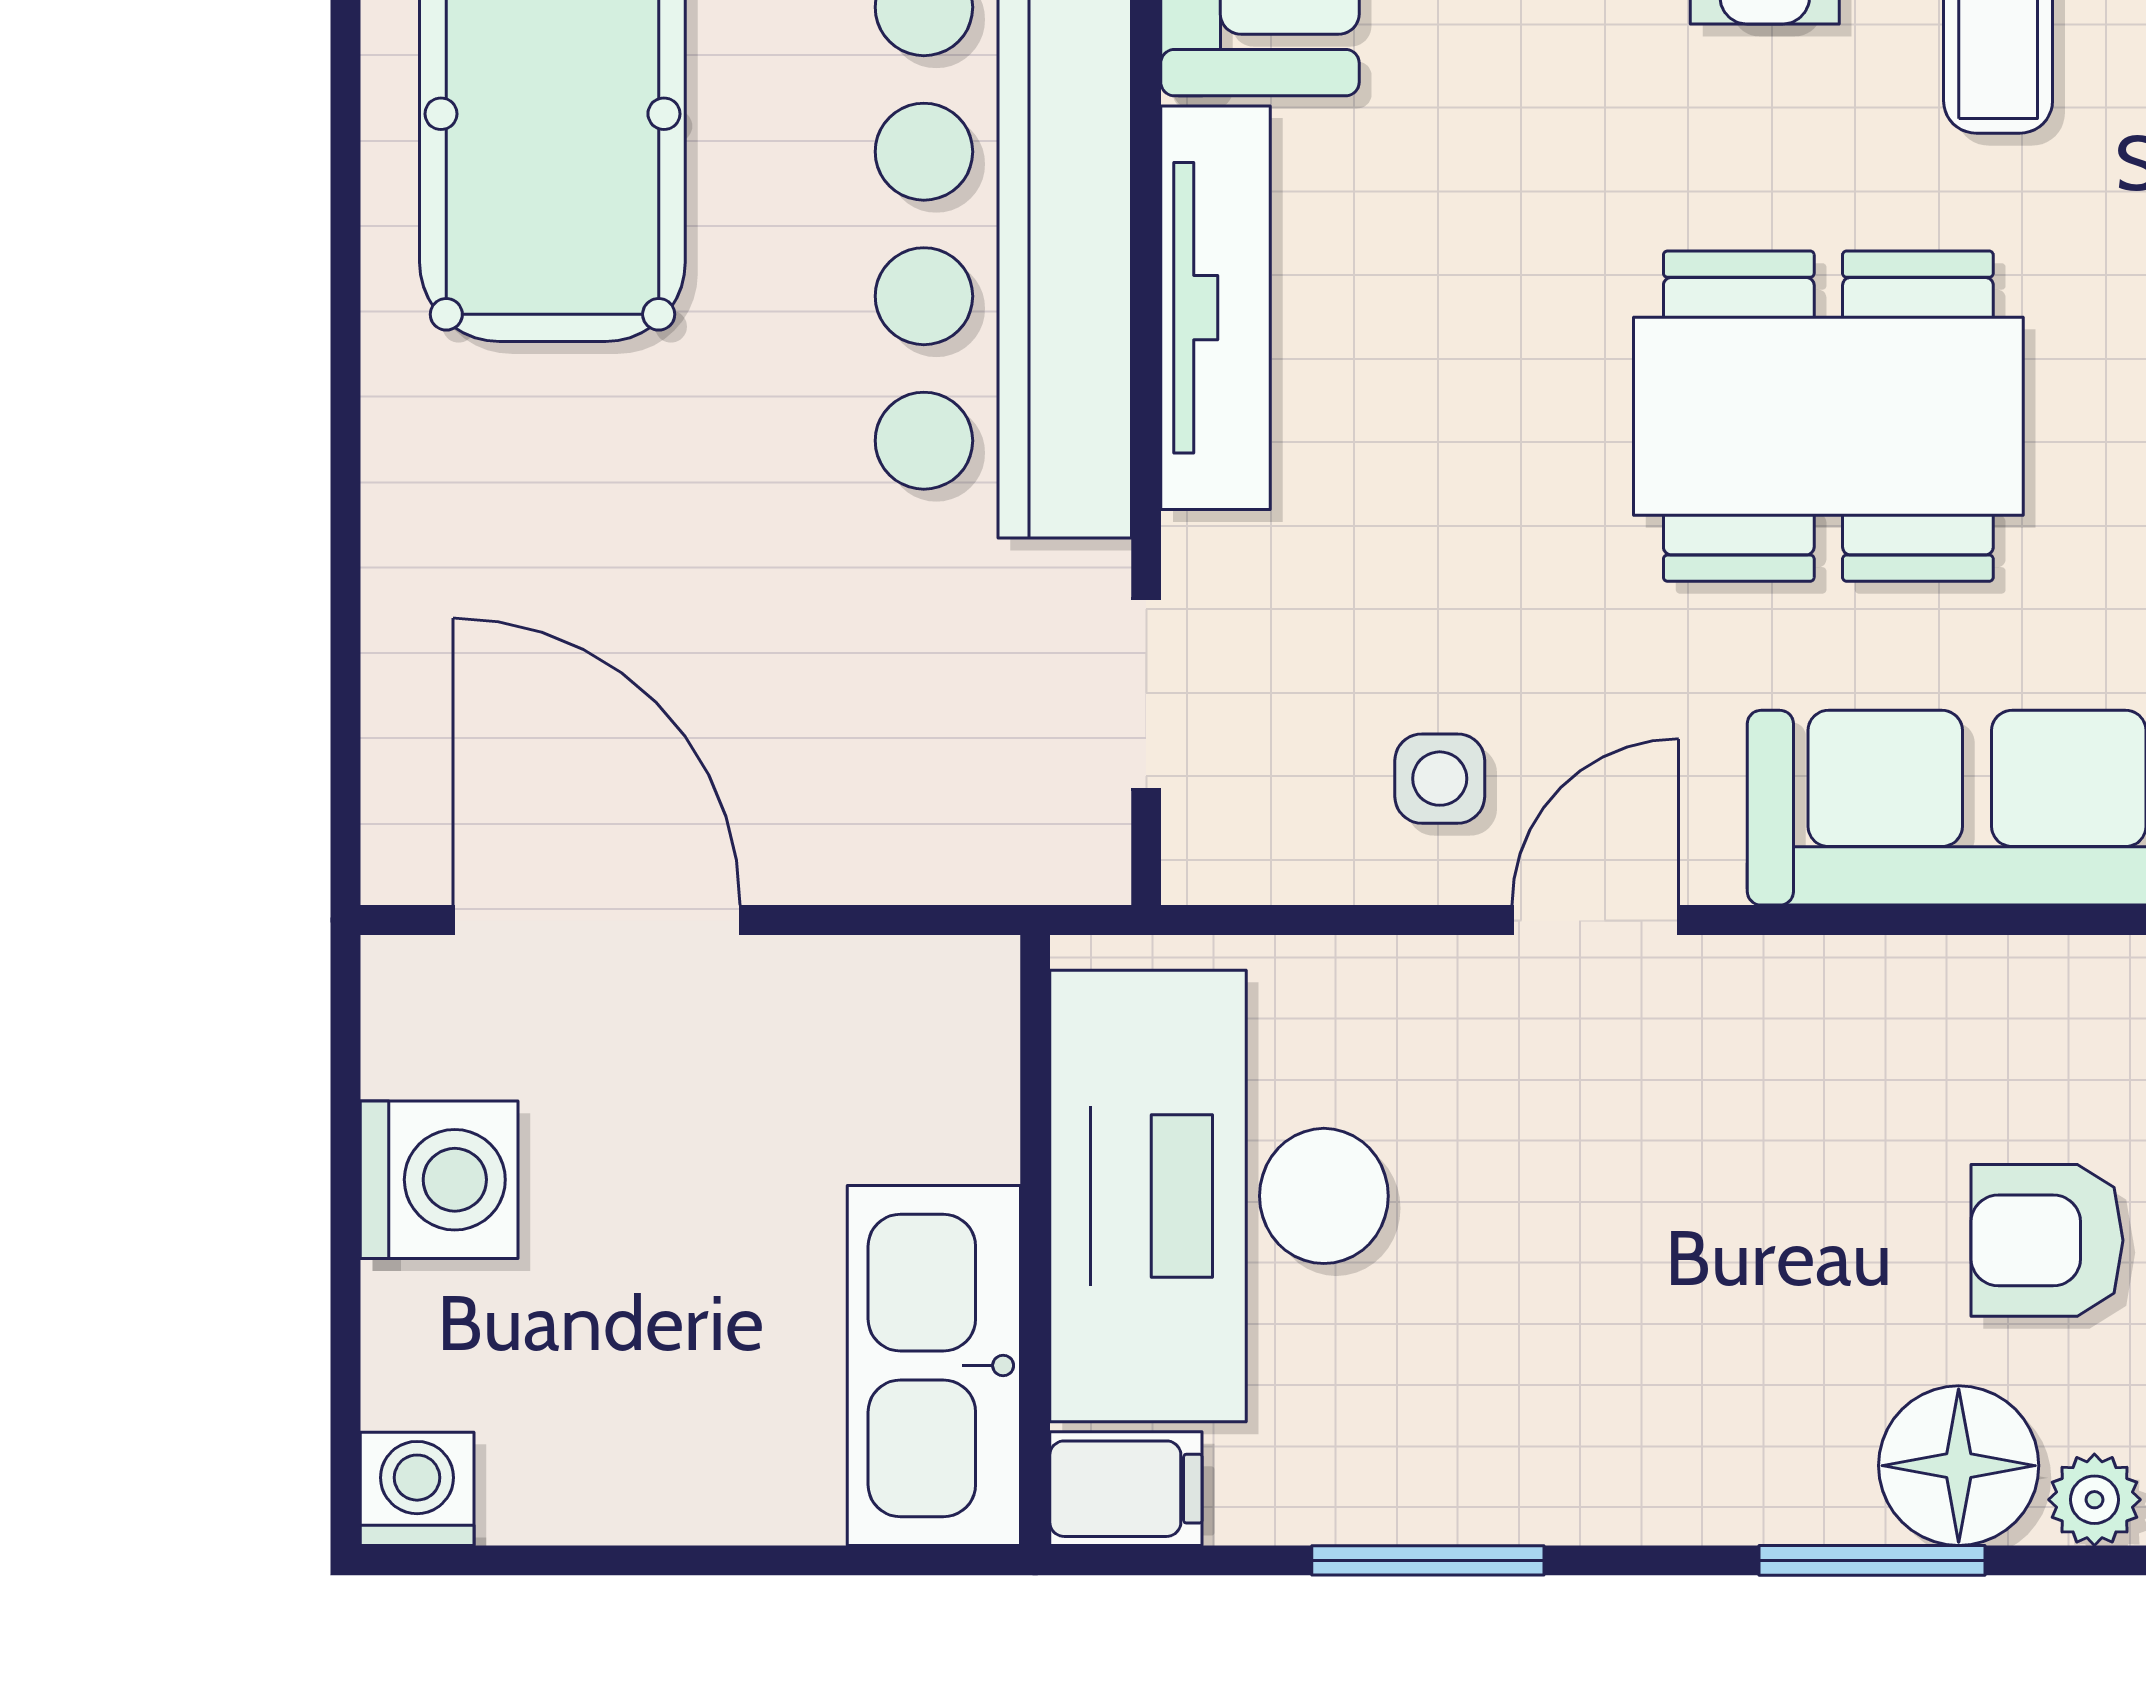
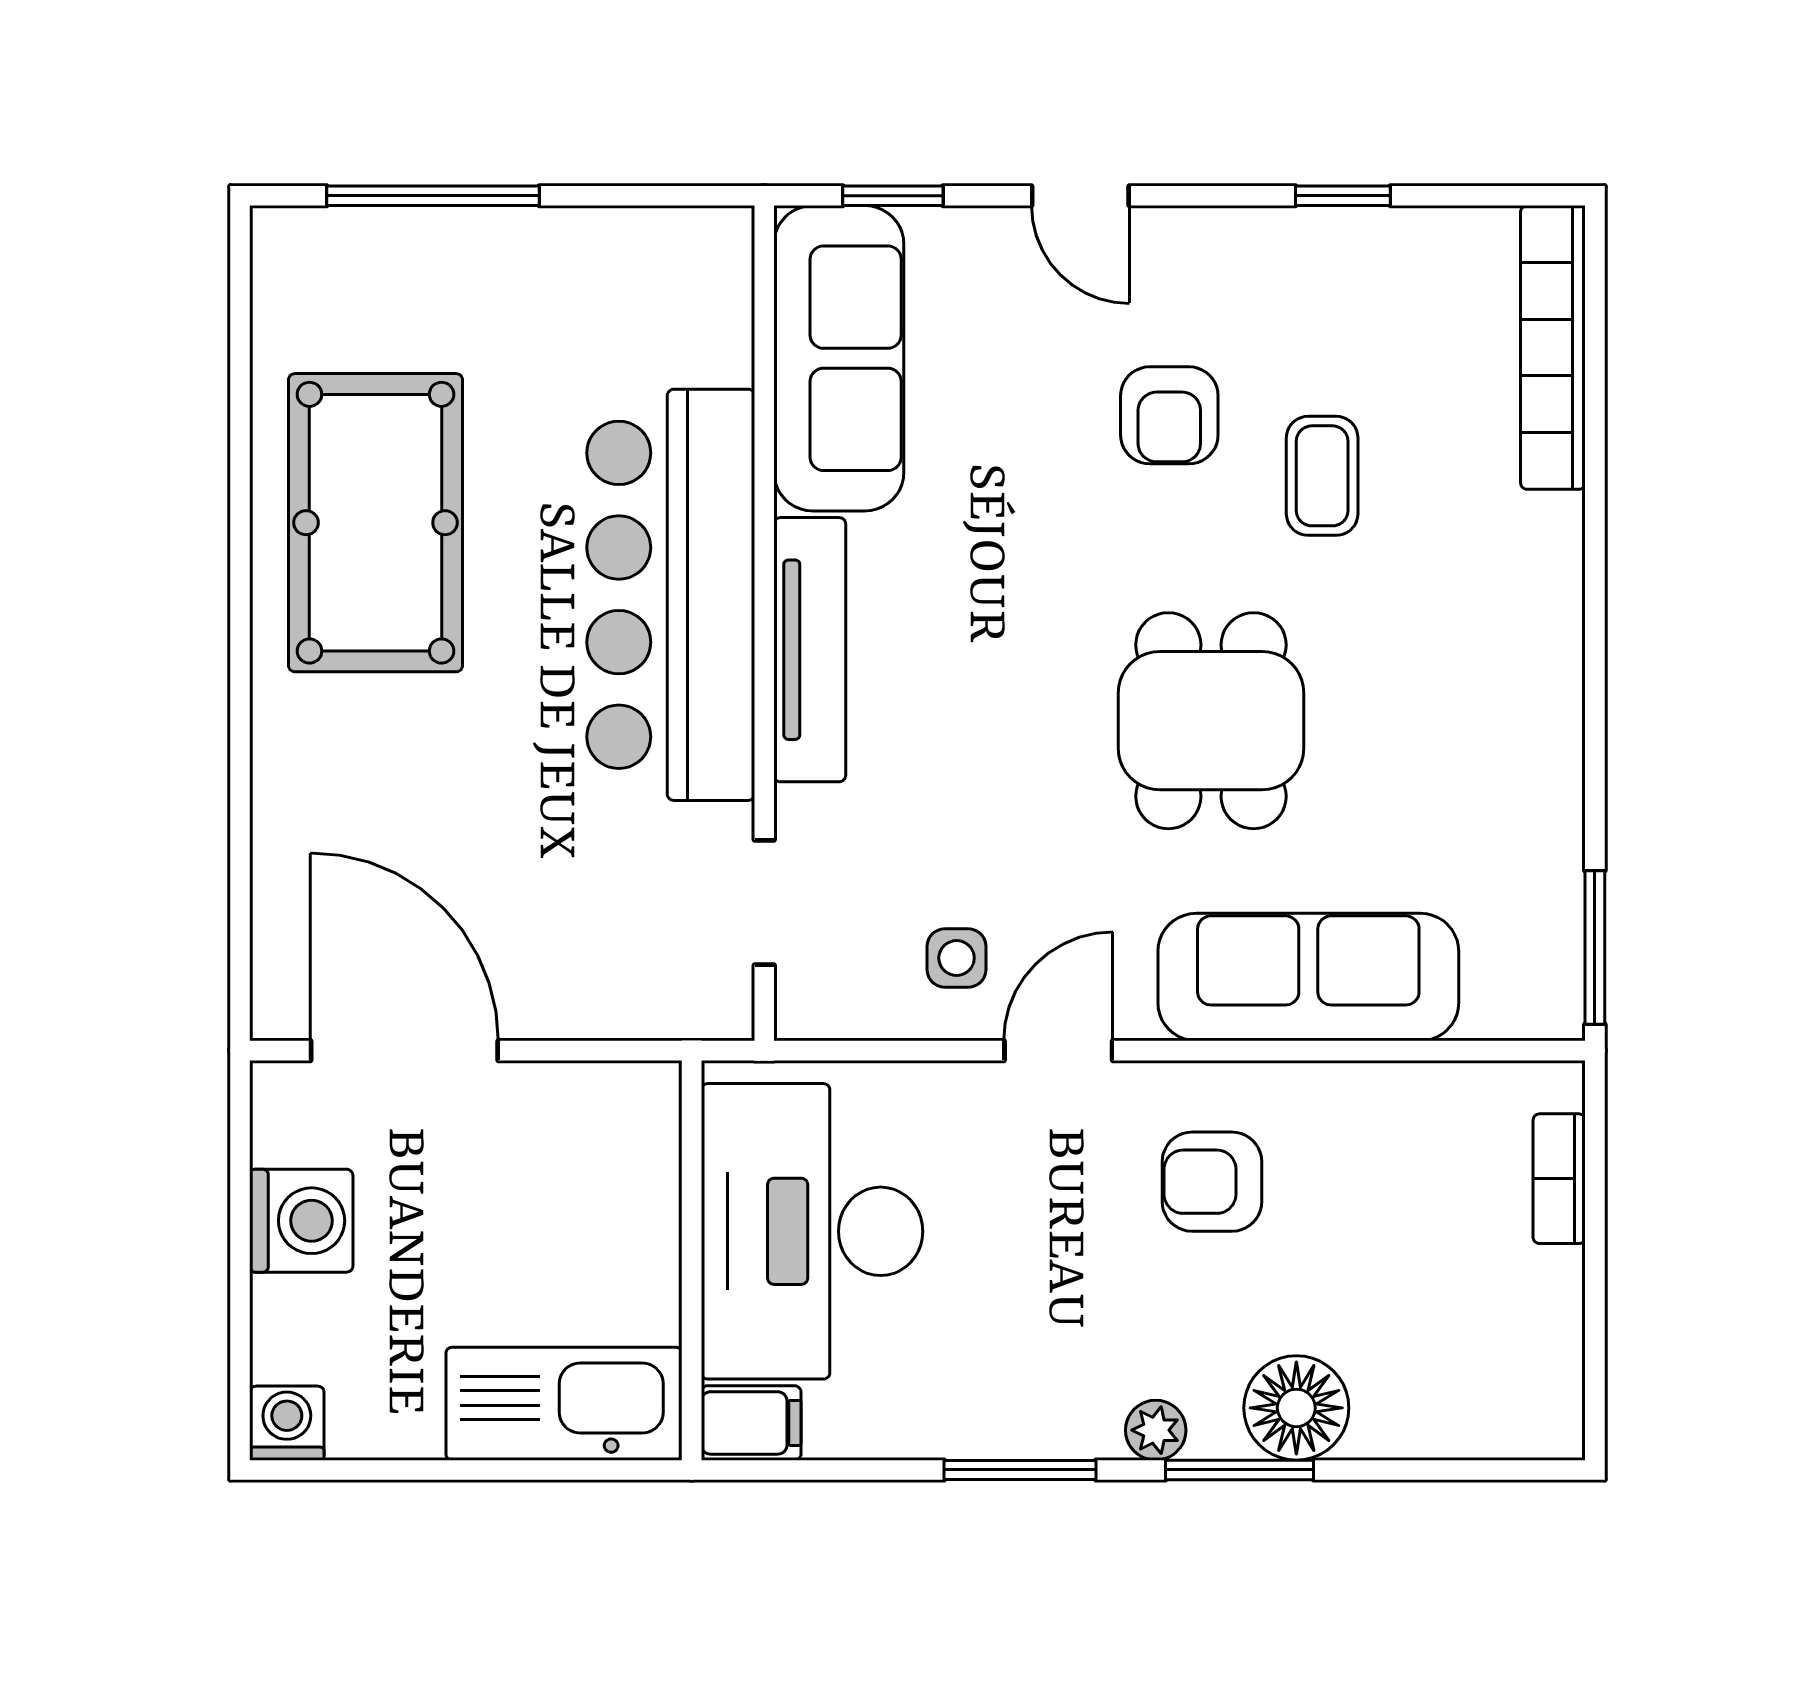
dining table: (1828, 416) -> (1211, 721), width x0.73
armchair: (2047, 1240) -> (1212, 1182), moved
kitchen sink: (934, 1365) -> (564, 1404), moved, turned 90
plant: (2094, 1500) -> (1156, 1430), moved
window: (1428, 1560) -> (1020, 1470), moved

